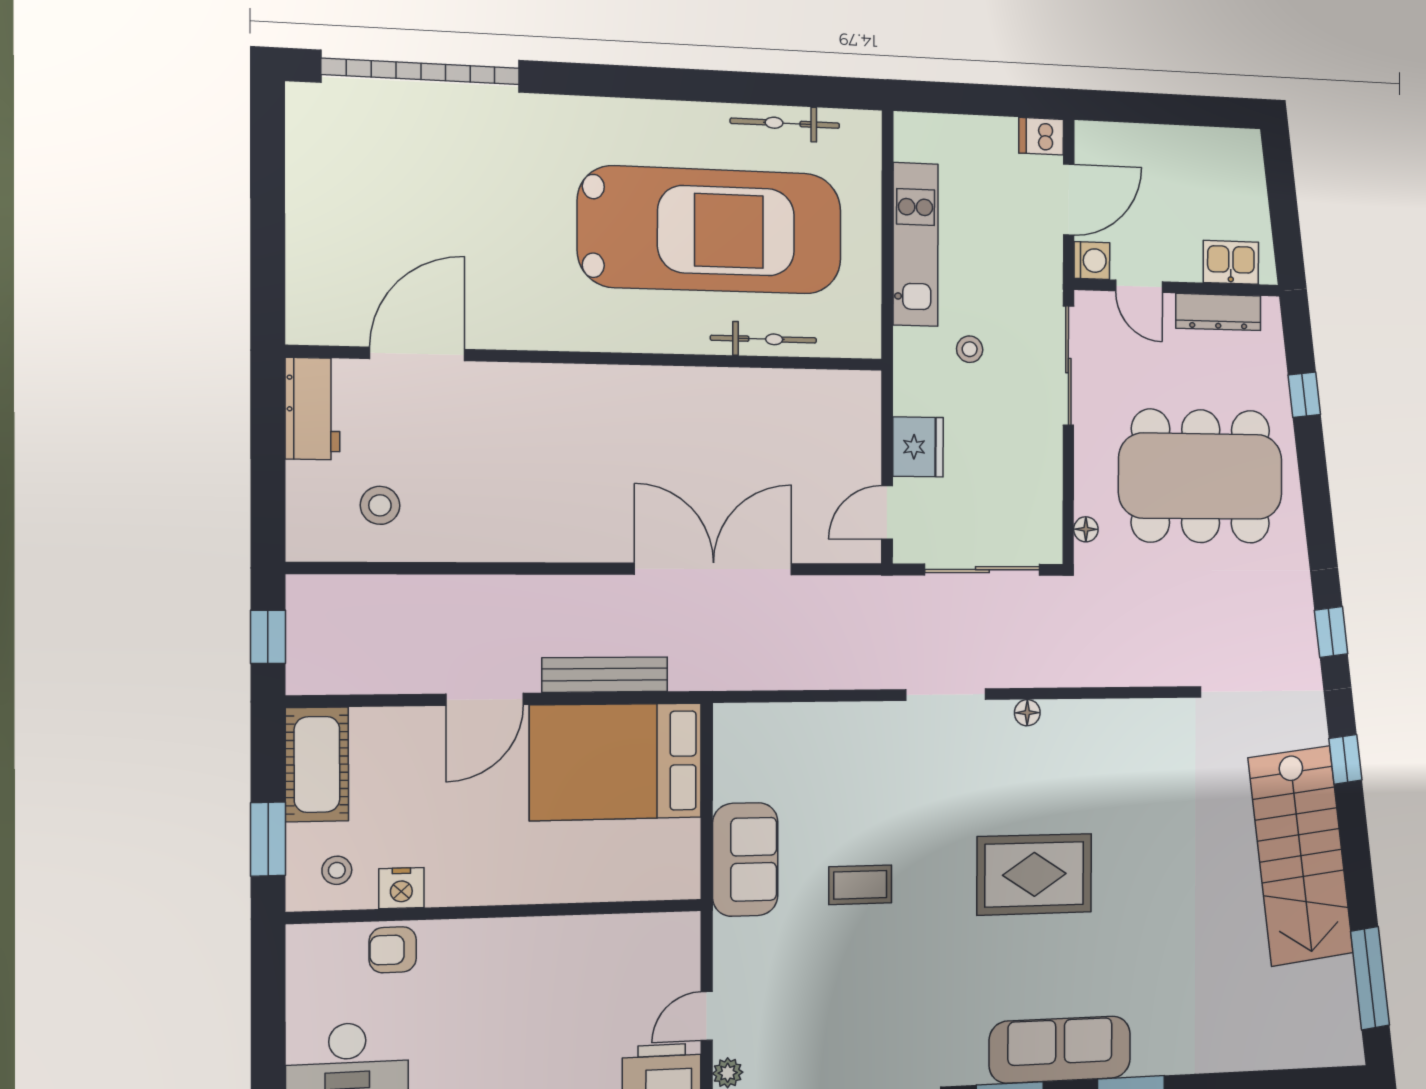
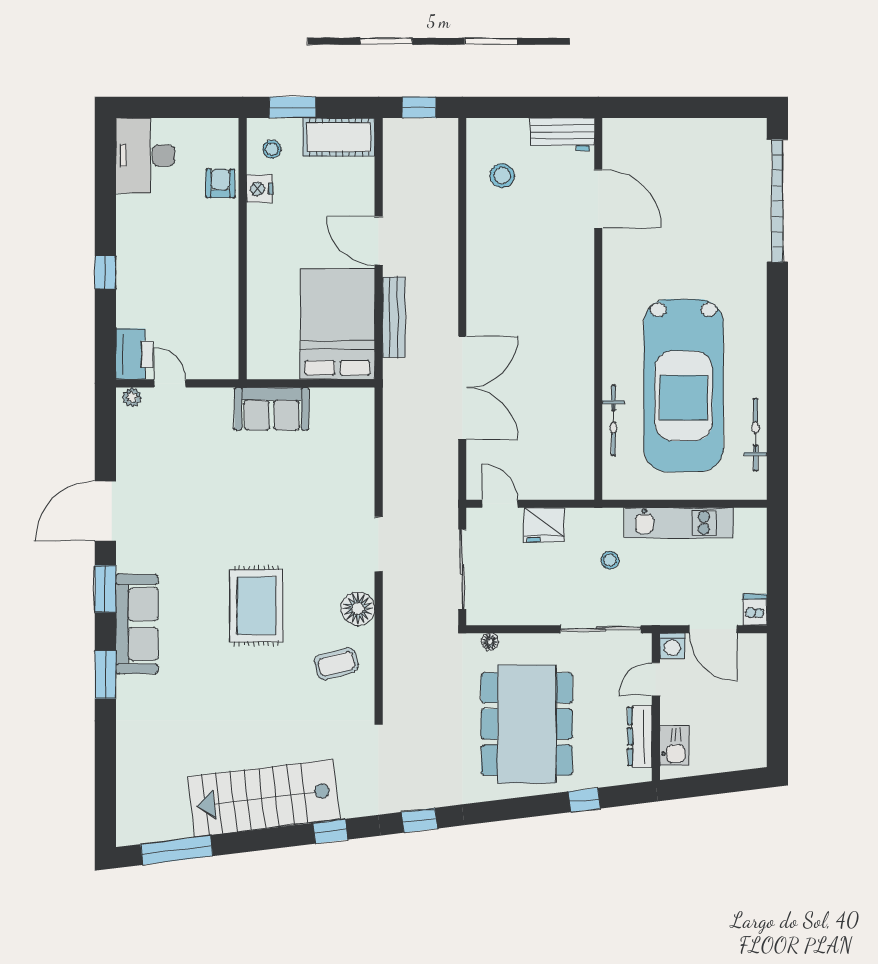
floor lamp: (1027, 713) -> (358, 609), width x1.89, depth x1.89
coffee table: (860, 885) -> (336, 664), moved, turned 75

